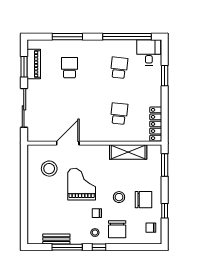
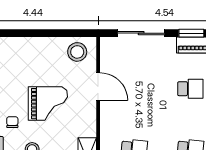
stool: (49, 169) -> (77, 52), moved

